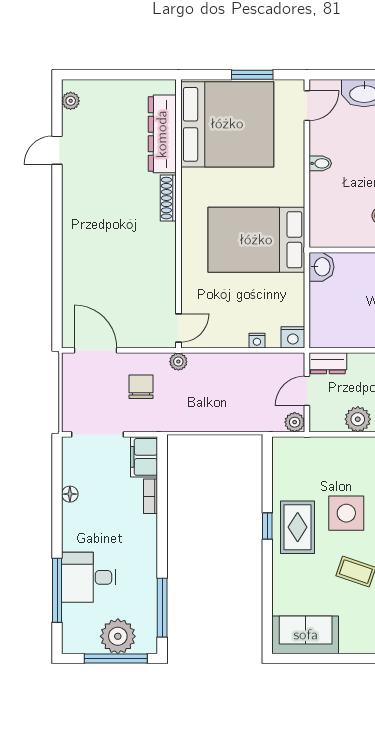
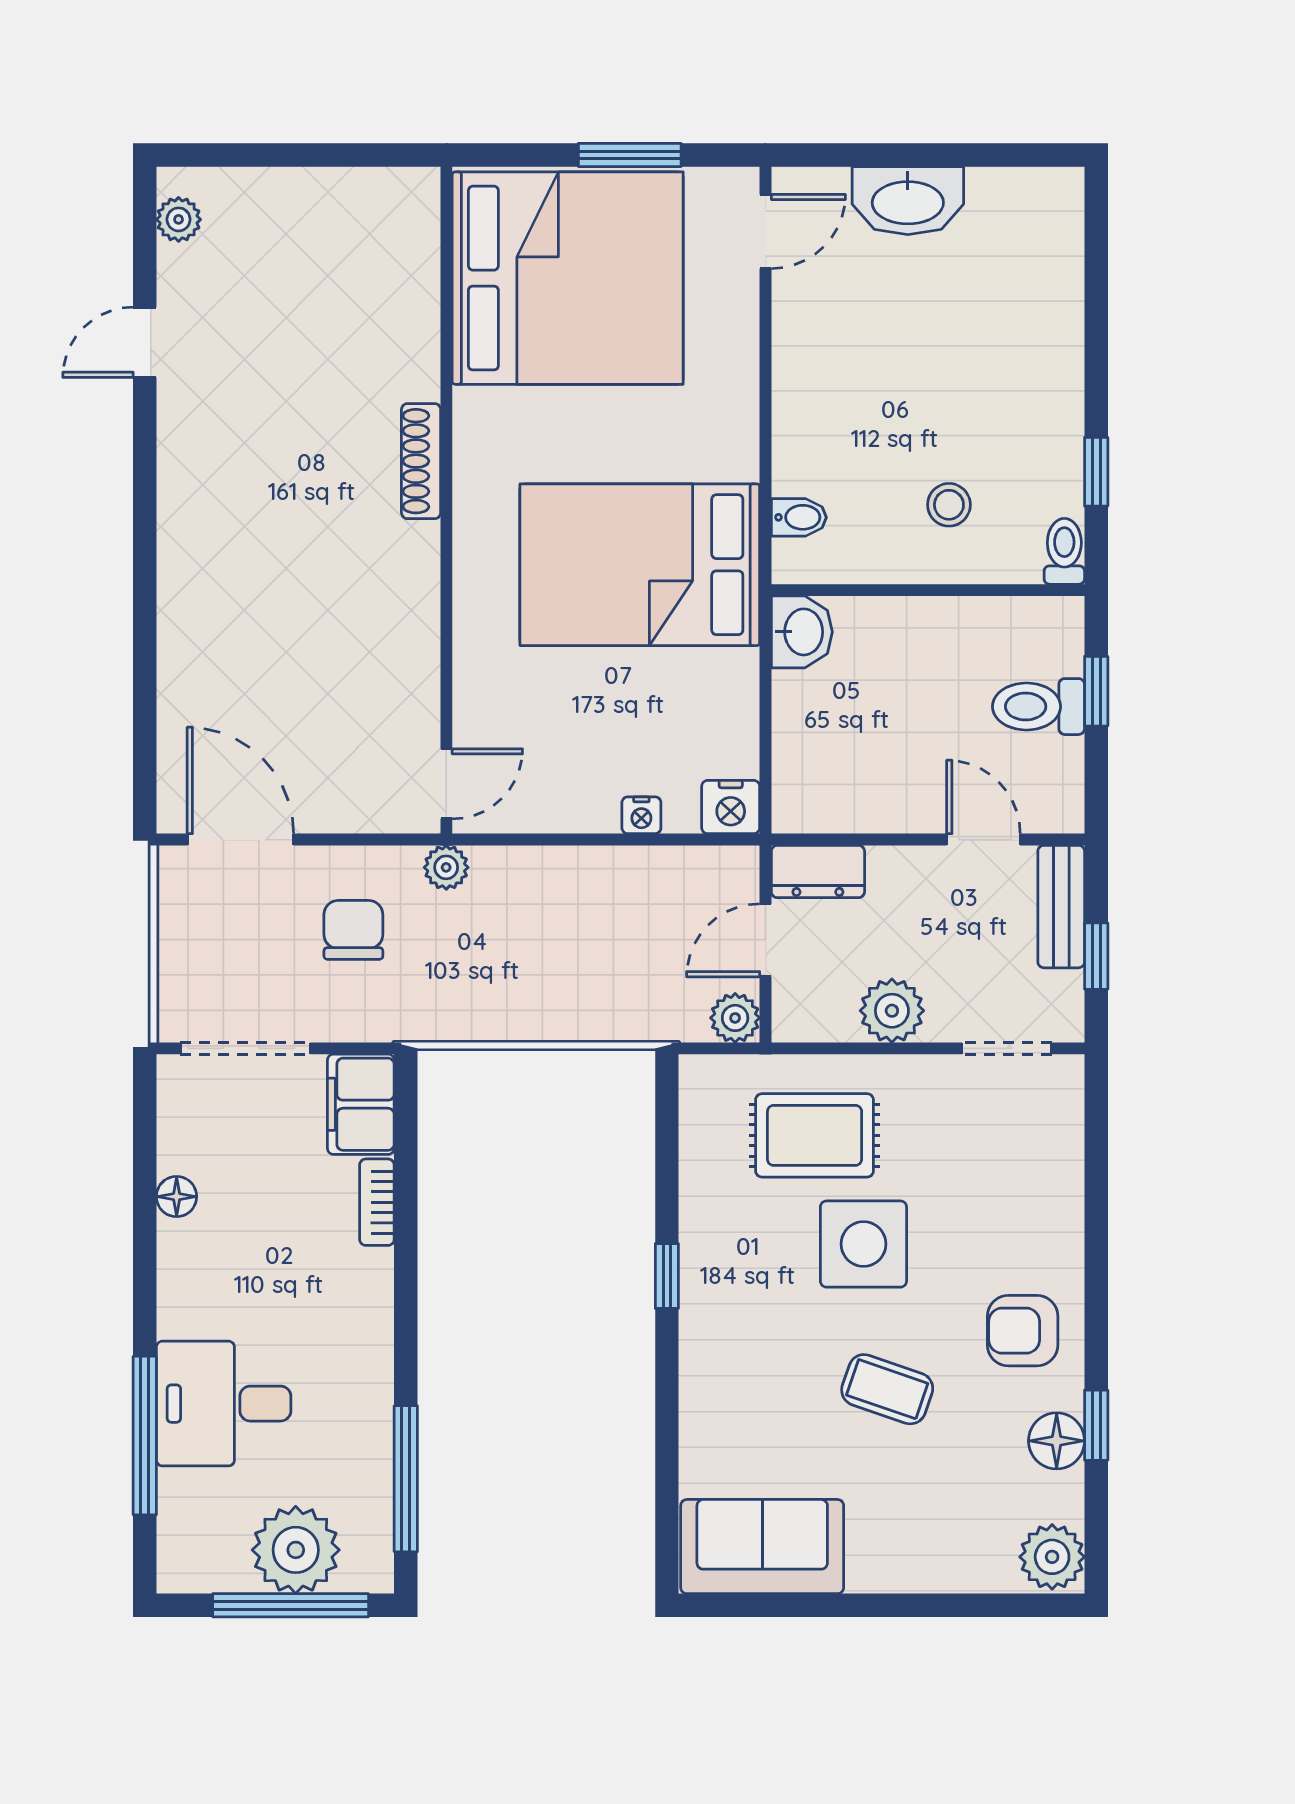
dresser: (162, 134) -> (406, 302), removed
bidet: (320, 163) -> (799, 517), moved
rug: (298, 527) -> (815, 1135), moved, turned 90

